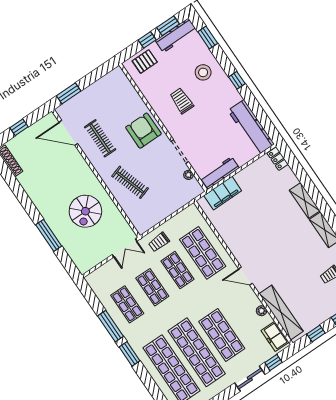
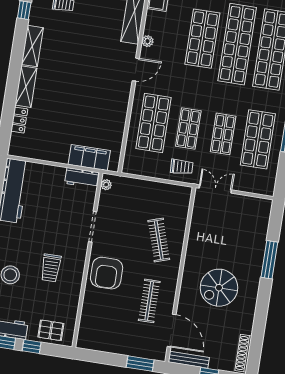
bench: (40, 125) -> (189, 360), added
locker: (278, 159) -> (19, 120), moved
workbench: (220, 173) -> (82, 178), width x0.73
plant: (188, 175) -> (106, 185), moved
spiral stairs: (85, 211) -> (219, 288), moved, turned 180
door: (245, 276) -> (136, 70), hinge flipped
shop shelf: (127, 304) -> (258, 139), width x1.43, depth x1.36
plant: (261, 311) -> (148, 41), moved

